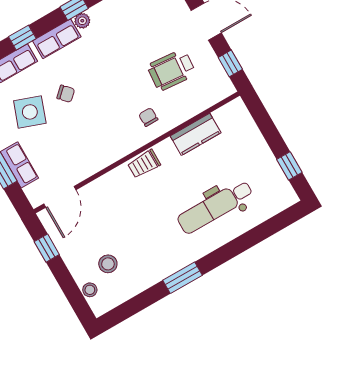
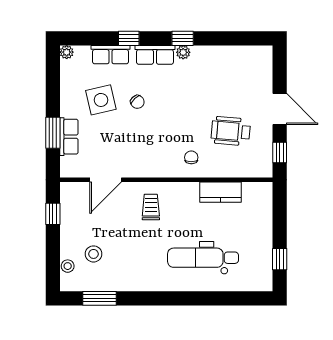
side table: (30, 112) -> (101, 100), turned -33
trolley: (144, 164) -> (151, 207), moved, turned 90
door: (60, 197) -> (106, 180), moved
window: (183, 278) -> (100, 298), moved

